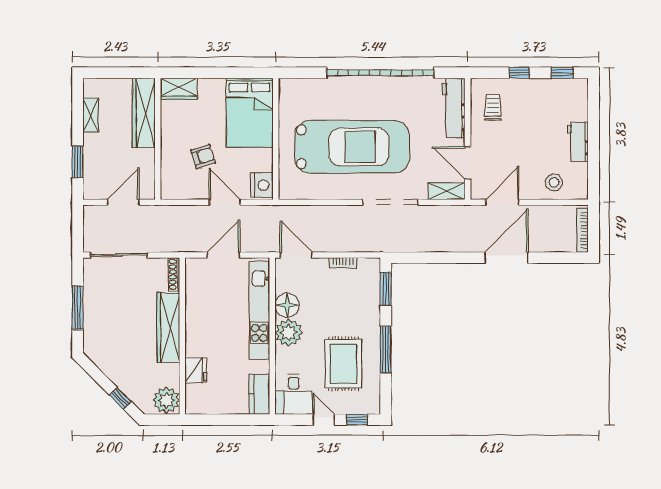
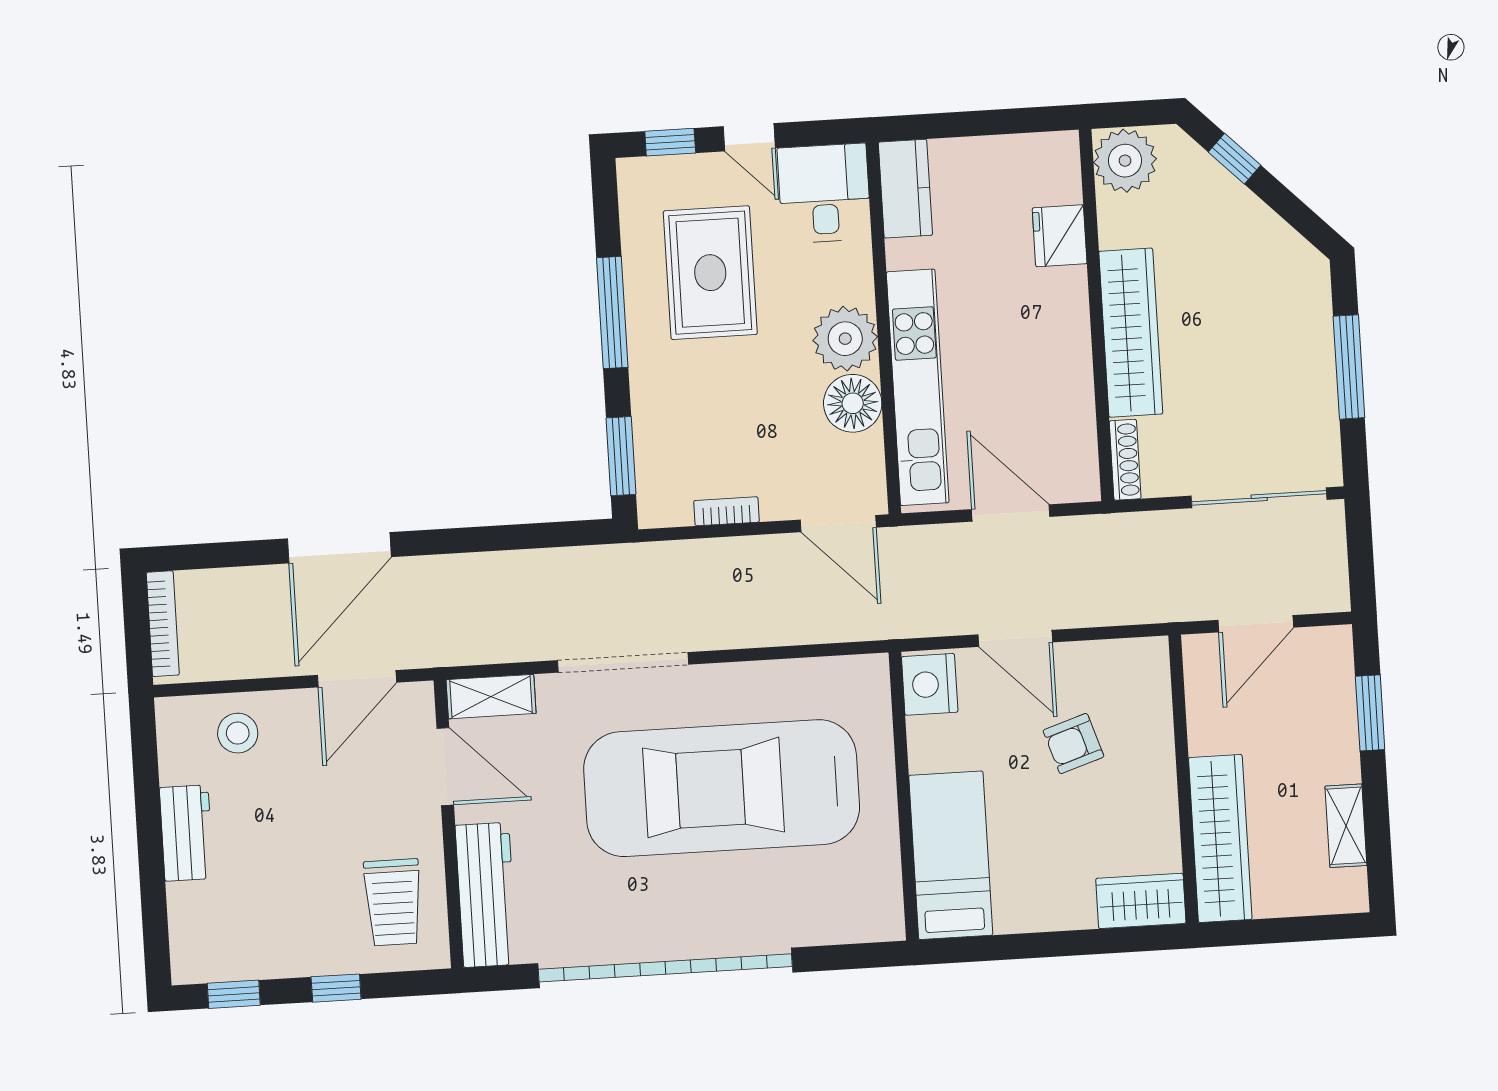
trolley: (493, 107) -> (393, 902), width x1.36, depth x1.39
bed: (250, 113) -> (951, 855), width x0.67
door: (223, 255) -> (1011, 513), swing flipped

